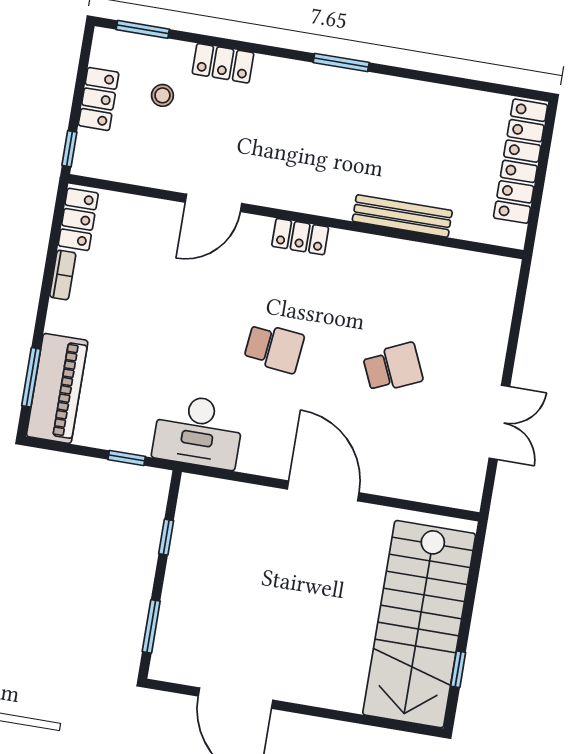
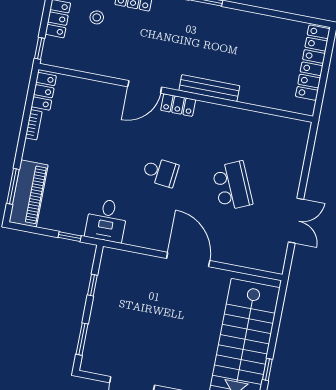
door: (213, 203) -> (145, 87), moved
bench: (402, 216) -> (209, 88), moved
school desk: (393, 368) -> (232, 186), width x1.85
desk: (198, 431) -> (106, 220), width x0.73

